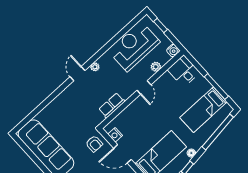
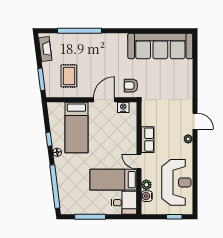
water cooler: (173, 51) -> (147, 196), moved
row of seats: (112, 105) -> (148, 140), moved
bed: (203, 110) -> (113, 180), moved, turned -90

